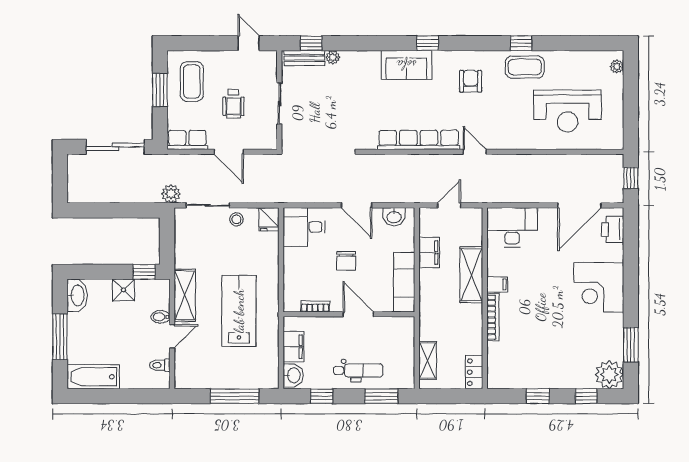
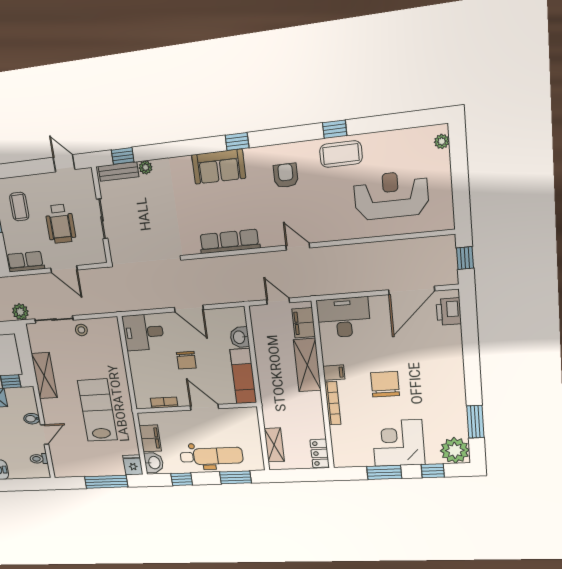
coffee table: (192, 82) -> (19, 207), width x0.73, depth x0.77
wheelchair: (233, 104) -> (60, 224), width x1.36, depth x1.37
reception desk: (568, 111) -> (391, 195), turned 180
row of seats: (419, 140) -> (229, 241), width x0.73
door: (449, 205) -> (278, 301), hinge flipped
washbasin: (394, 217) -> (240, 337), moved, turned 90
fridge: (269, 219) -> (133, 465), moved, turned 180
filing cabinet: (429, 253) -> (304, 323), moved, turned 180
corner desk: (599, 287) -> (398, 443), moved, turned 90
shelving: (185, 295) -> (44, 376), moved
chair: (547, 300) -> (385, 384), added
dental chair: (358, 370) -> (211, 456), width x1.36, depth x1.38
window: (538, 396) -> (384, 472), width x1.50

